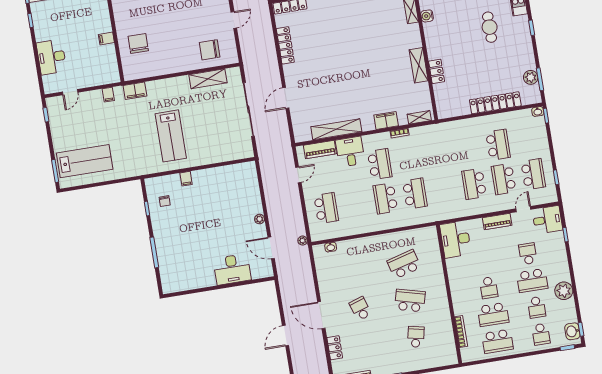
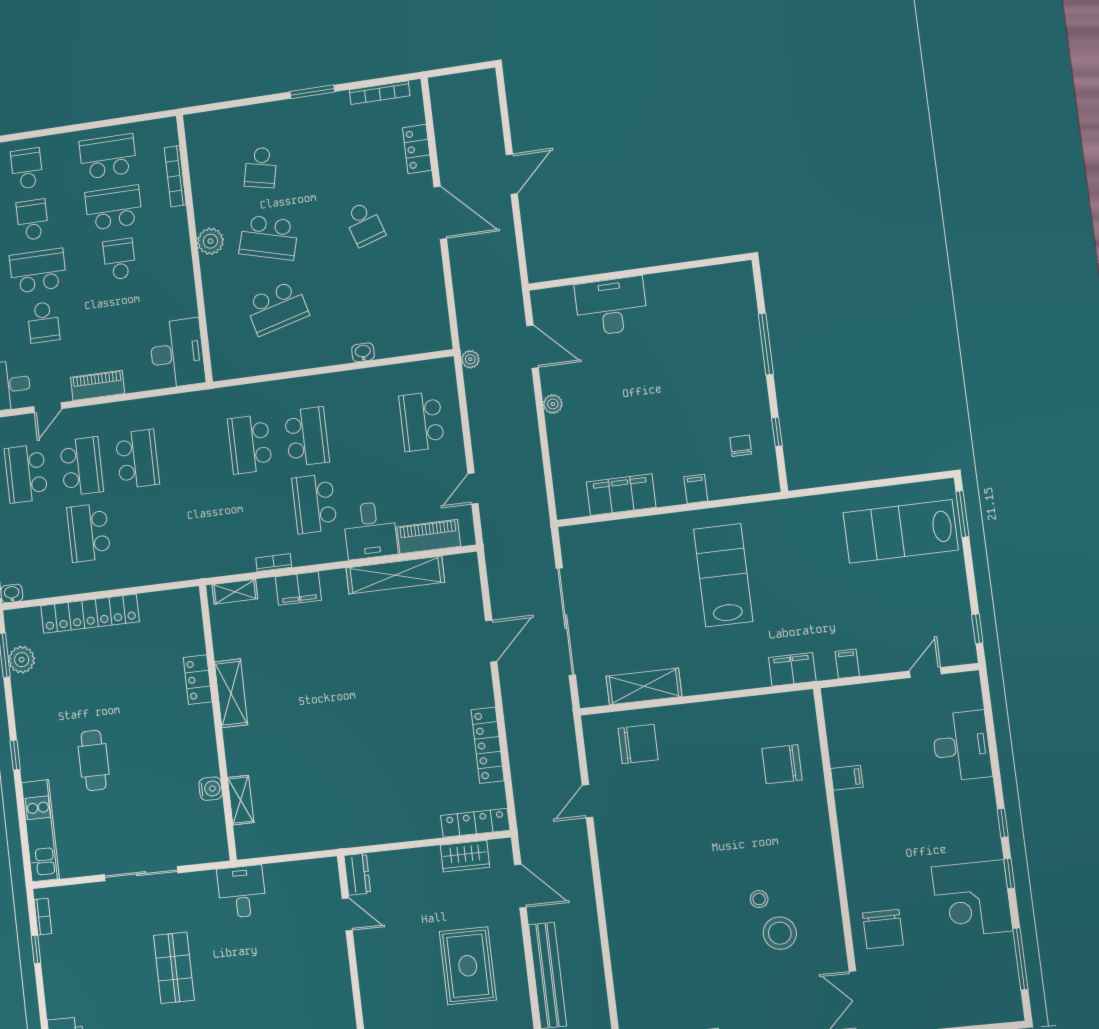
chair: (138, 43) -> (782, 764), turned 90
filing cabinet: (223, 174) -> (621, 495), added
washbasin: (331, 247) -> (363, 352), moved
plant: (441, 298) -> (210, 241), added

